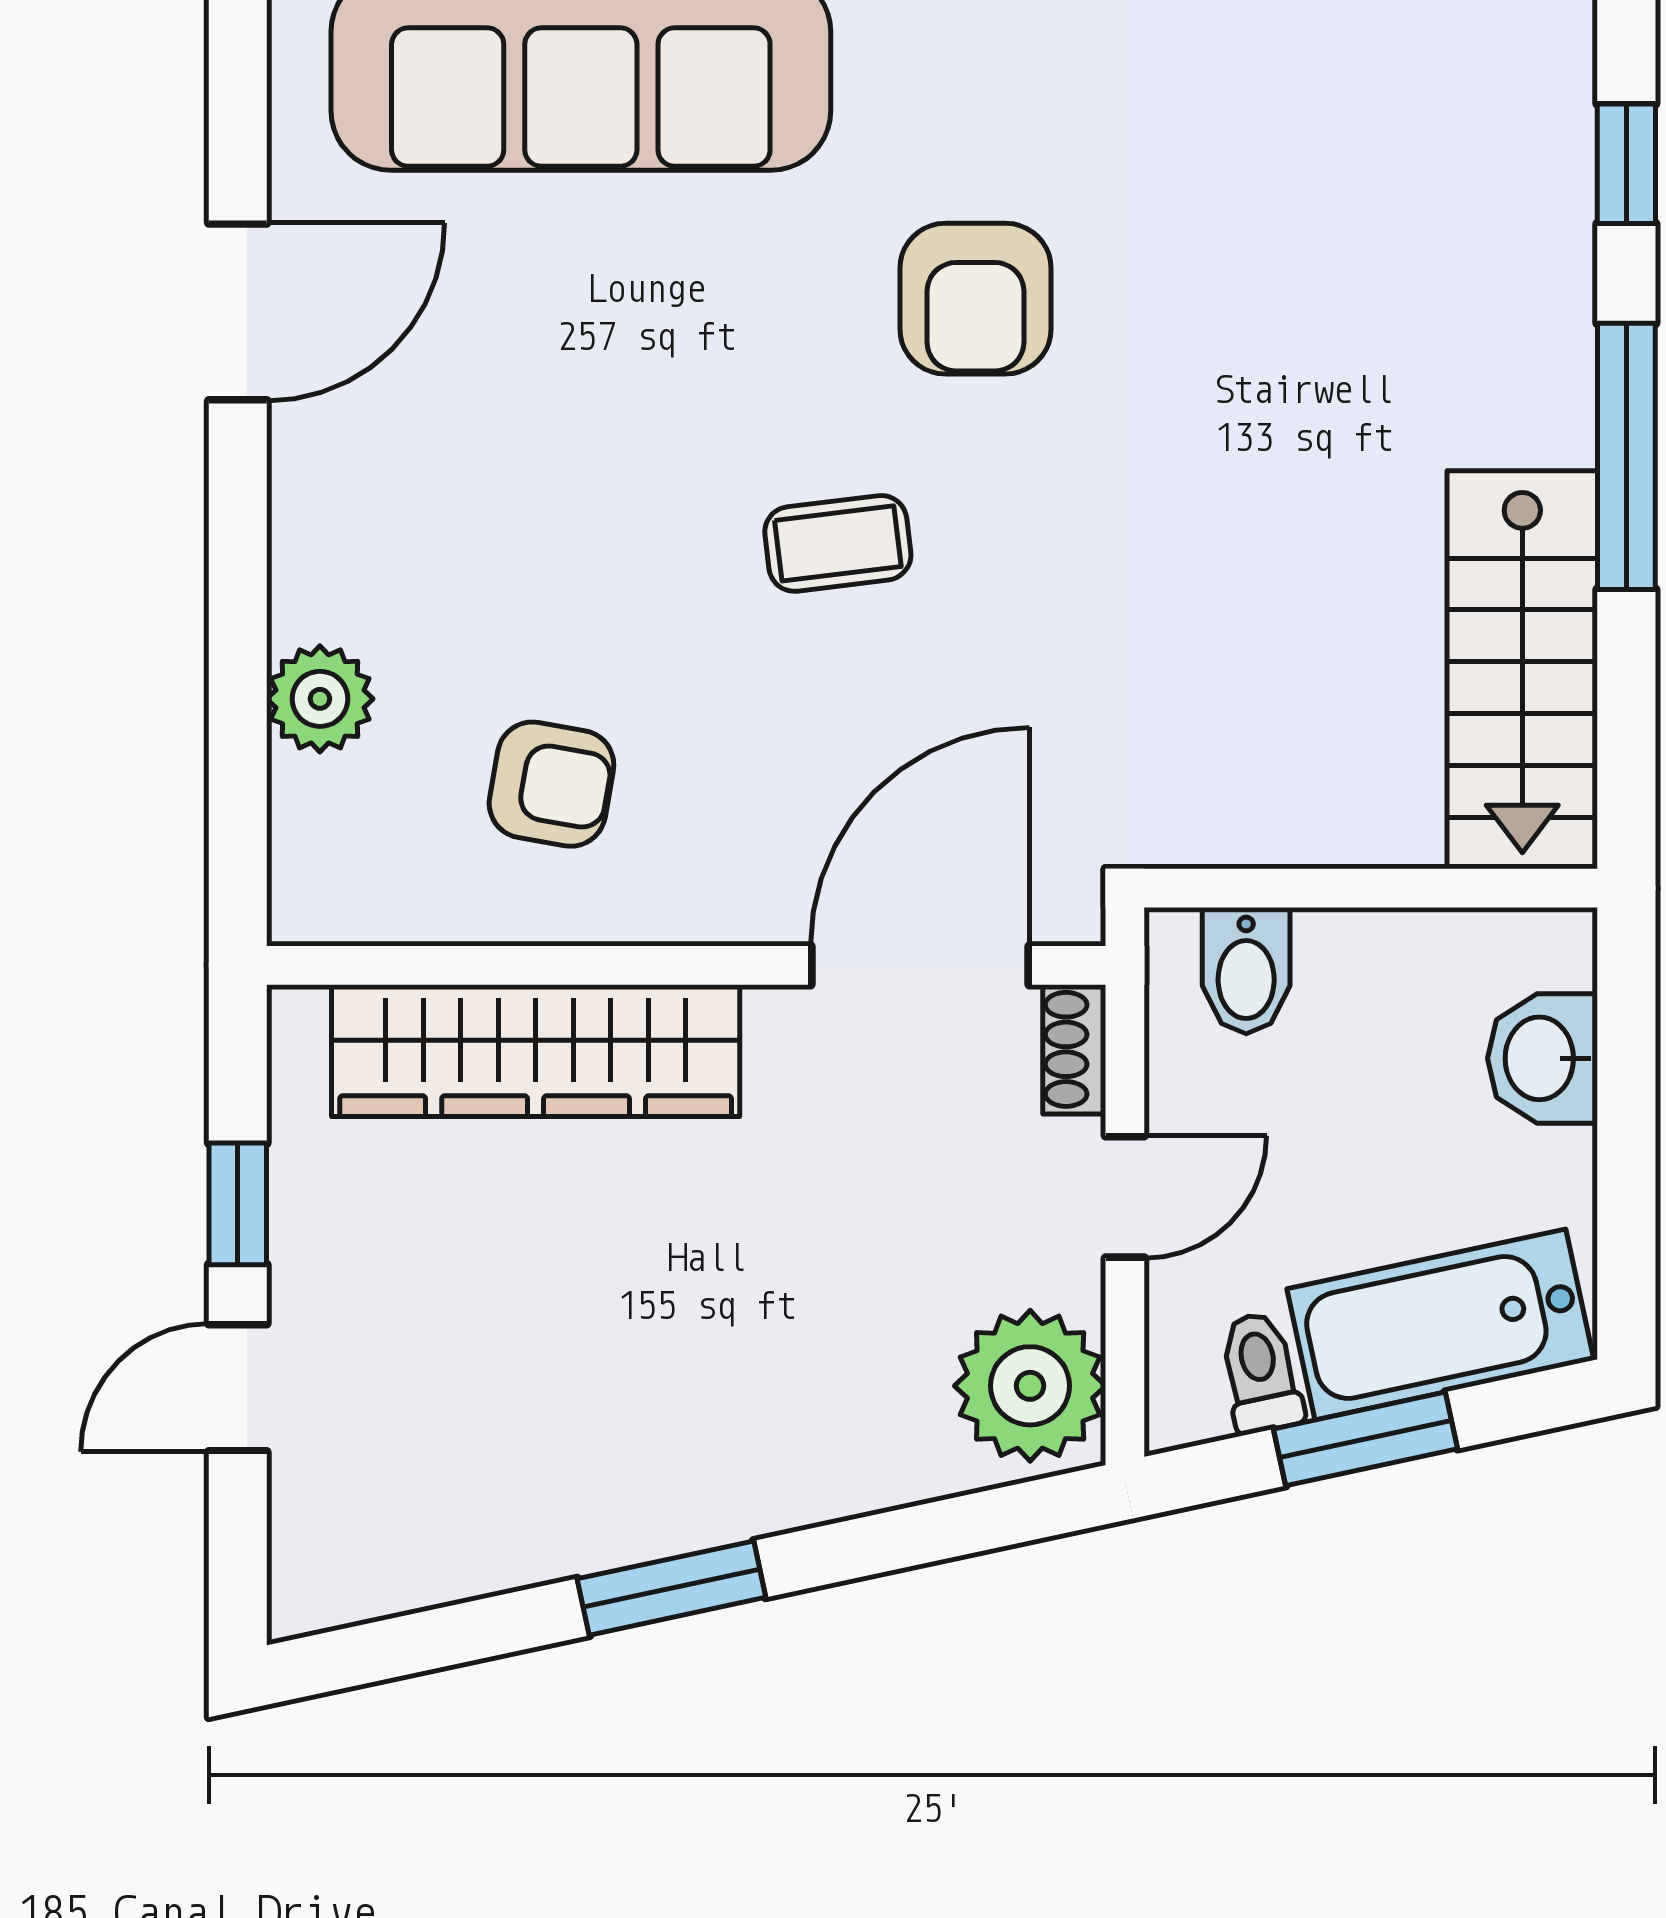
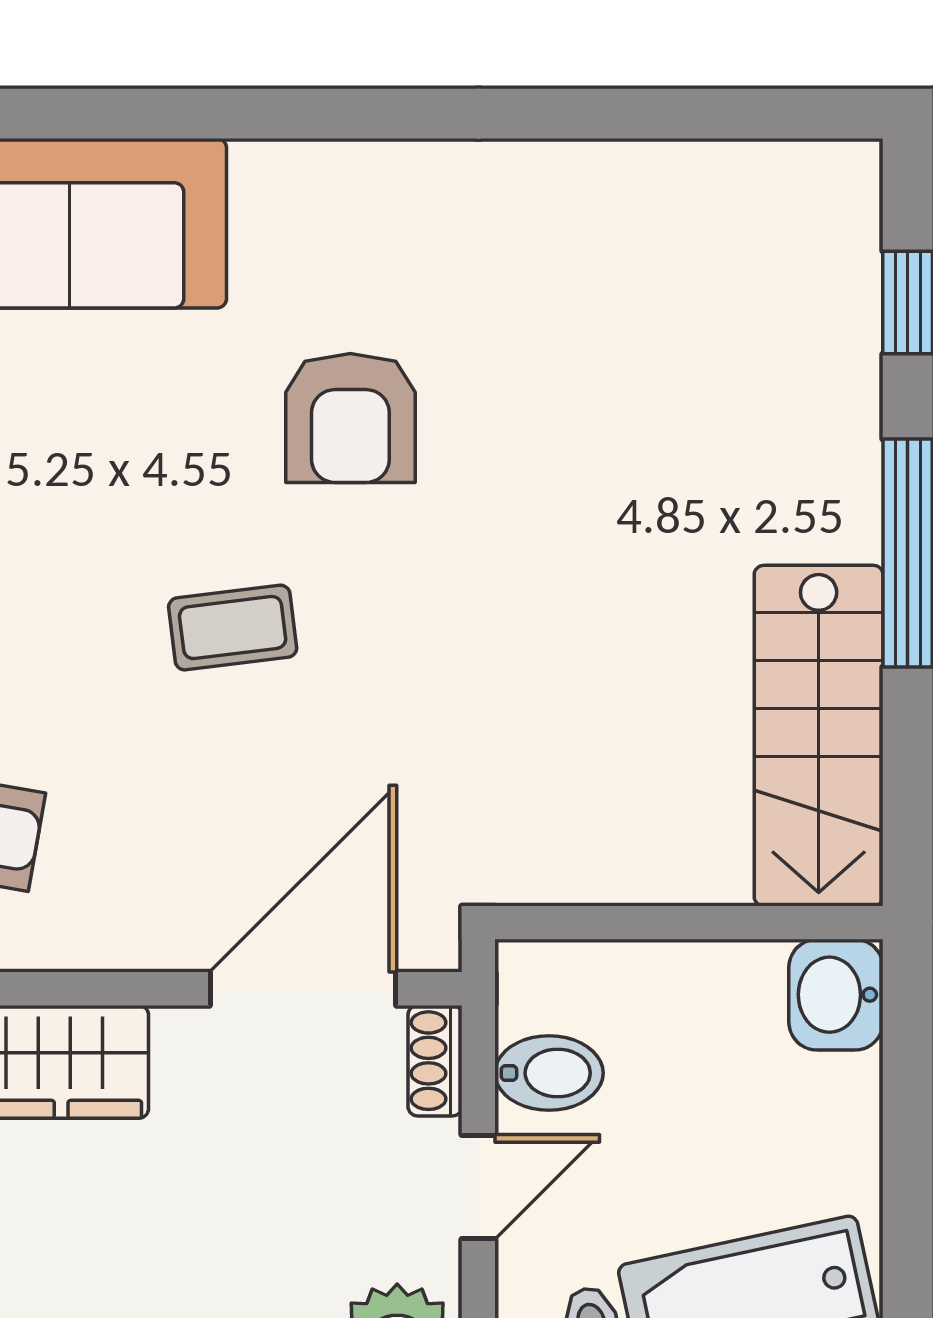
bidet: (1246, 971) -> (549, 1073), moved, turned -90
washbasin: (1543, 1058) -> (836, 995), moved

